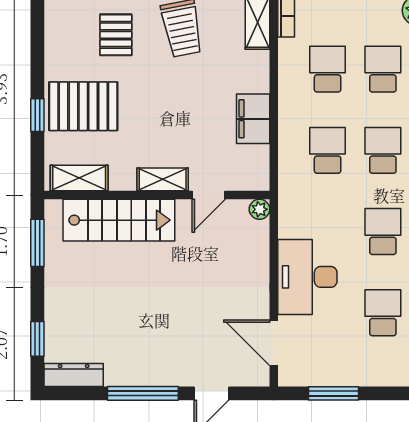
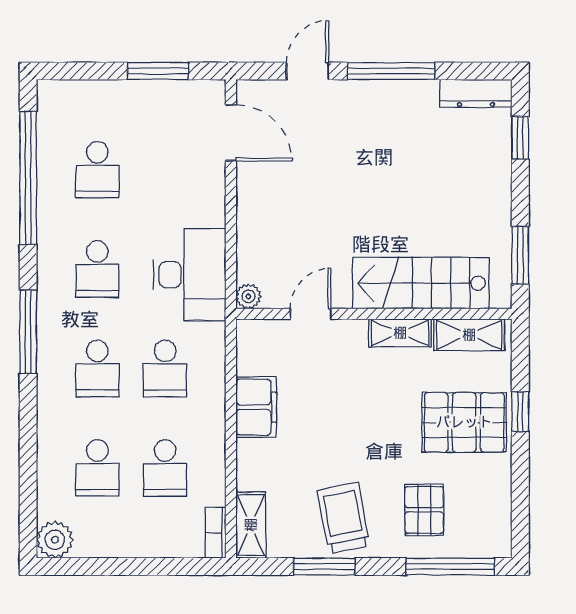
shelving: (163, 179) -> (400, 333), moved
desk: (307, 277) -> (190, 275), moved

